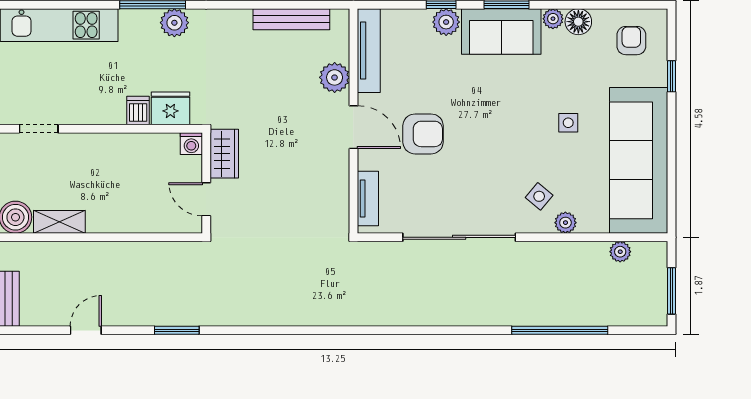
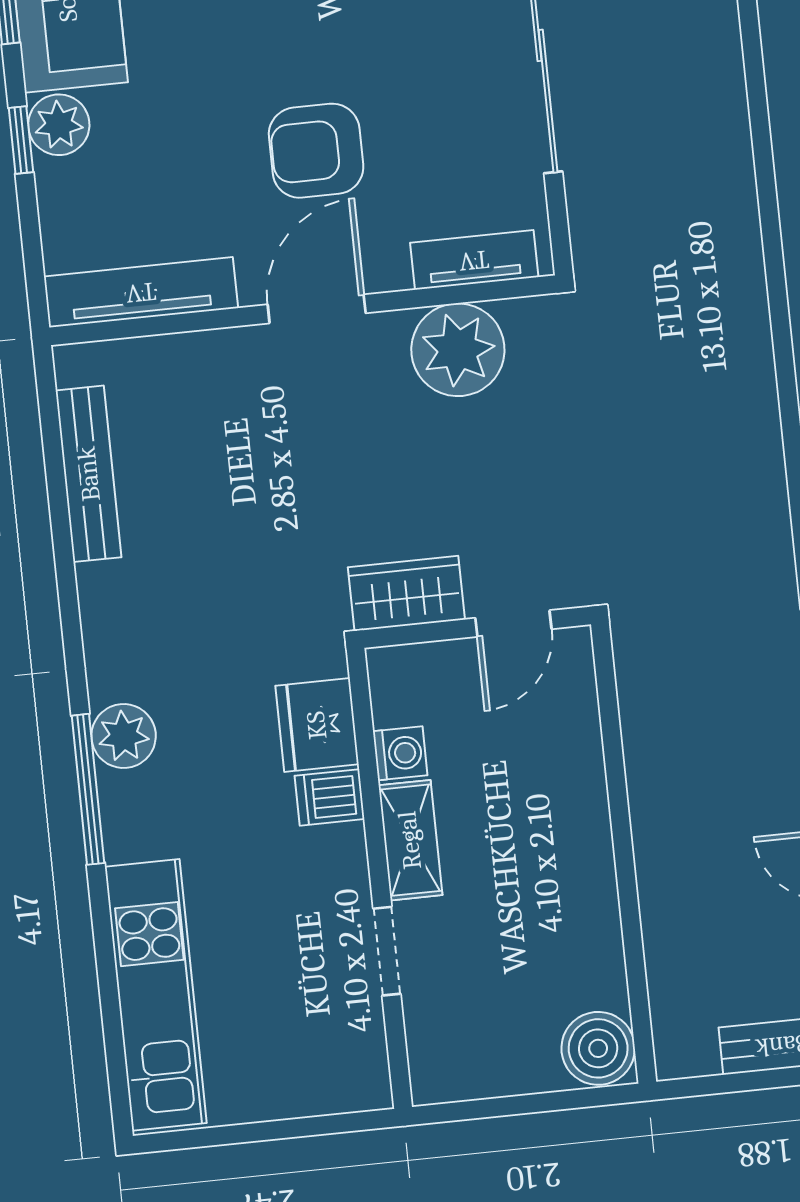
plant: (335, 77) -> (458, 350), moved, width x1.36, depth x1.36
doorway: (39, 129) -> (387, 951), moved
armchair: (423, 134) -> (316, 151), turned -90
washing machine: (191, 144) -> (400, 753), moved
shelving: (59, 222) -> (410, 840), moved

